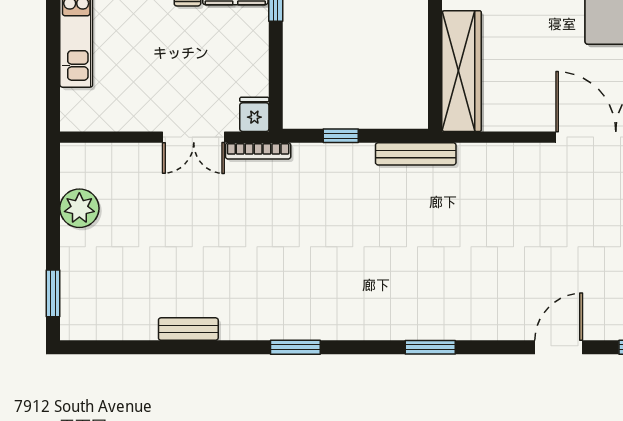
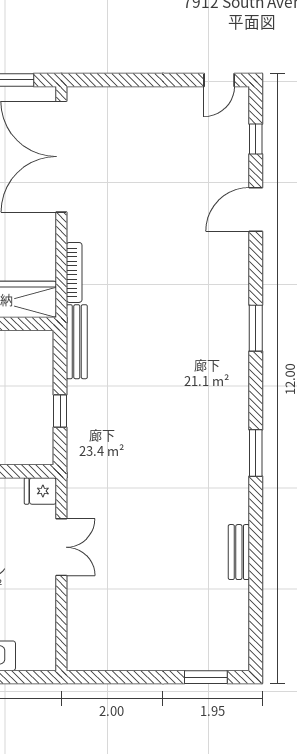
bookcase: (258, 151) -> (74, 272), moved
plant: (79, 208) -> (127, 653), removed
door: (559, 347) -> (256, 209), hinge flipped

